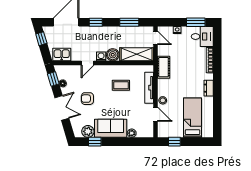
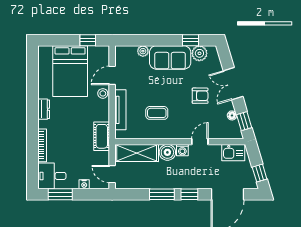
window: (129, 22) -> (162, 194), moved
door: (155, 114) -> (112, 75), hinge flipped
bed: (193, 118) -> (70, 71), width x1.50

